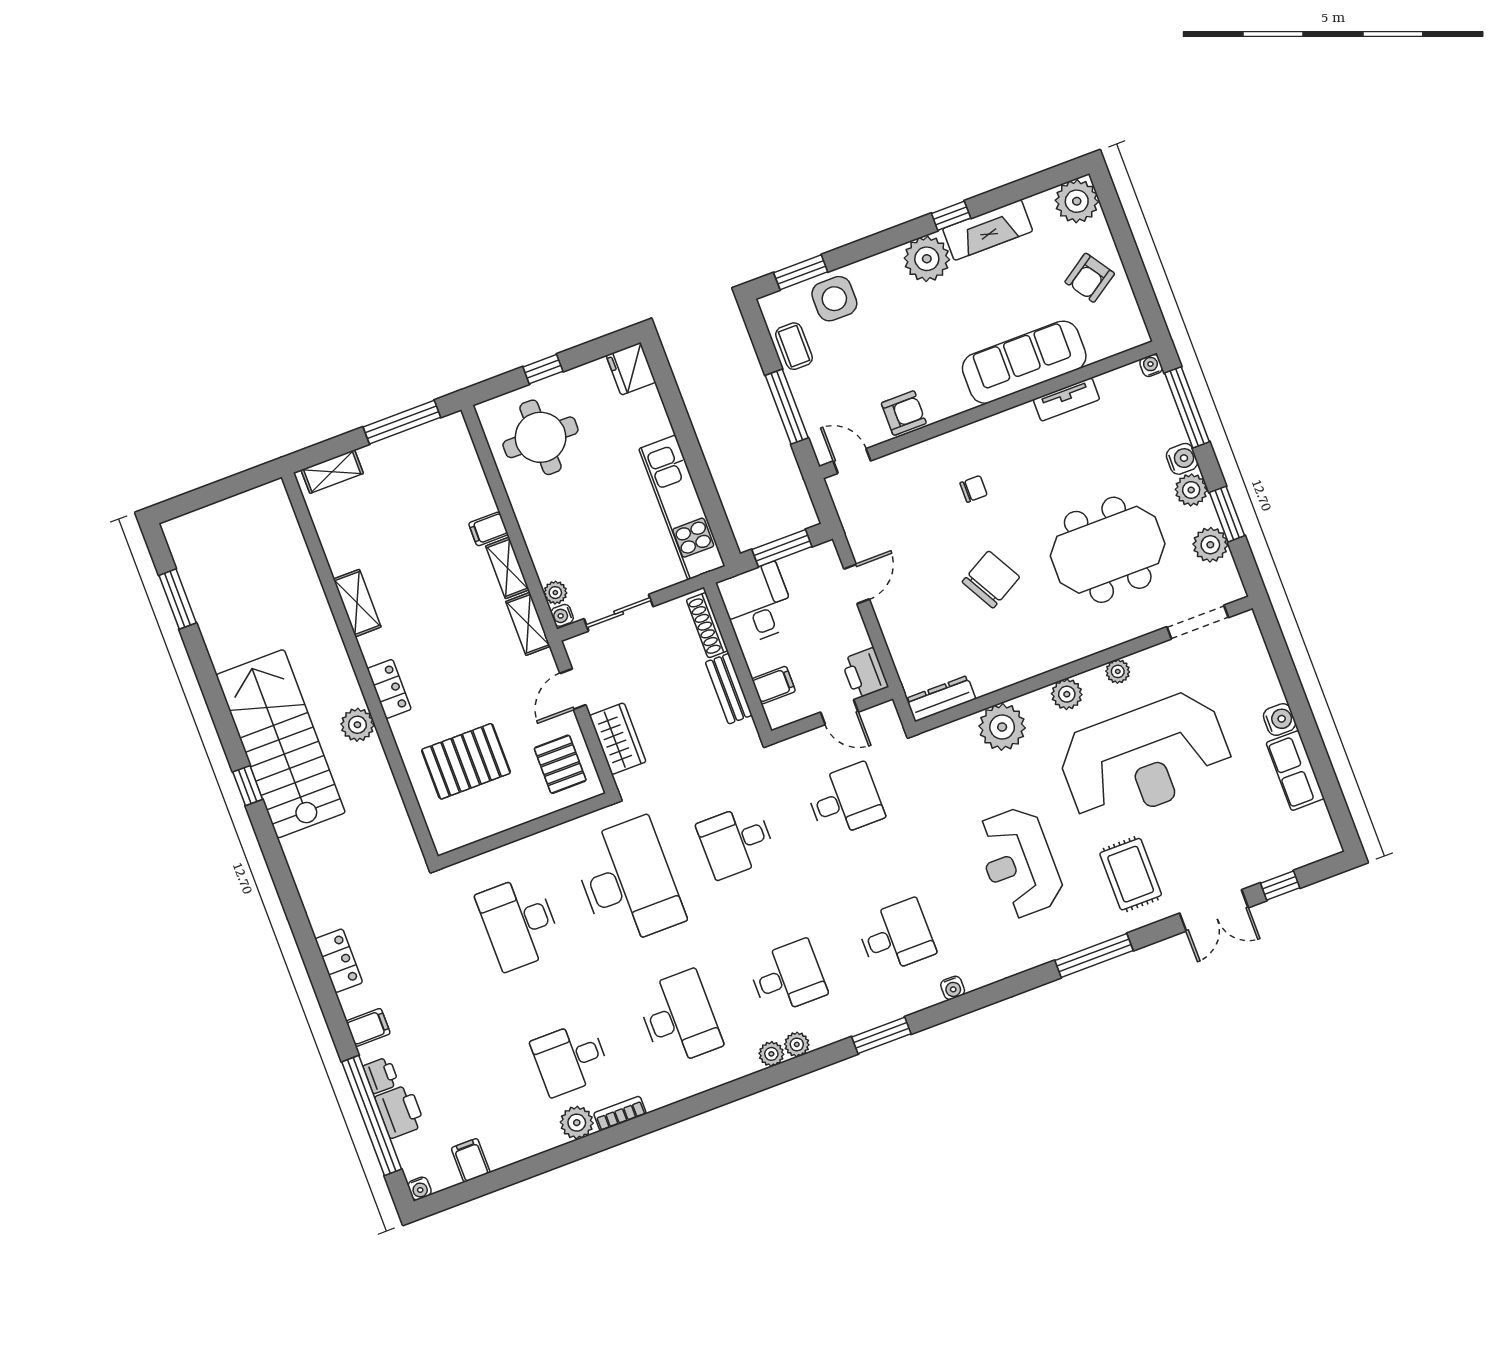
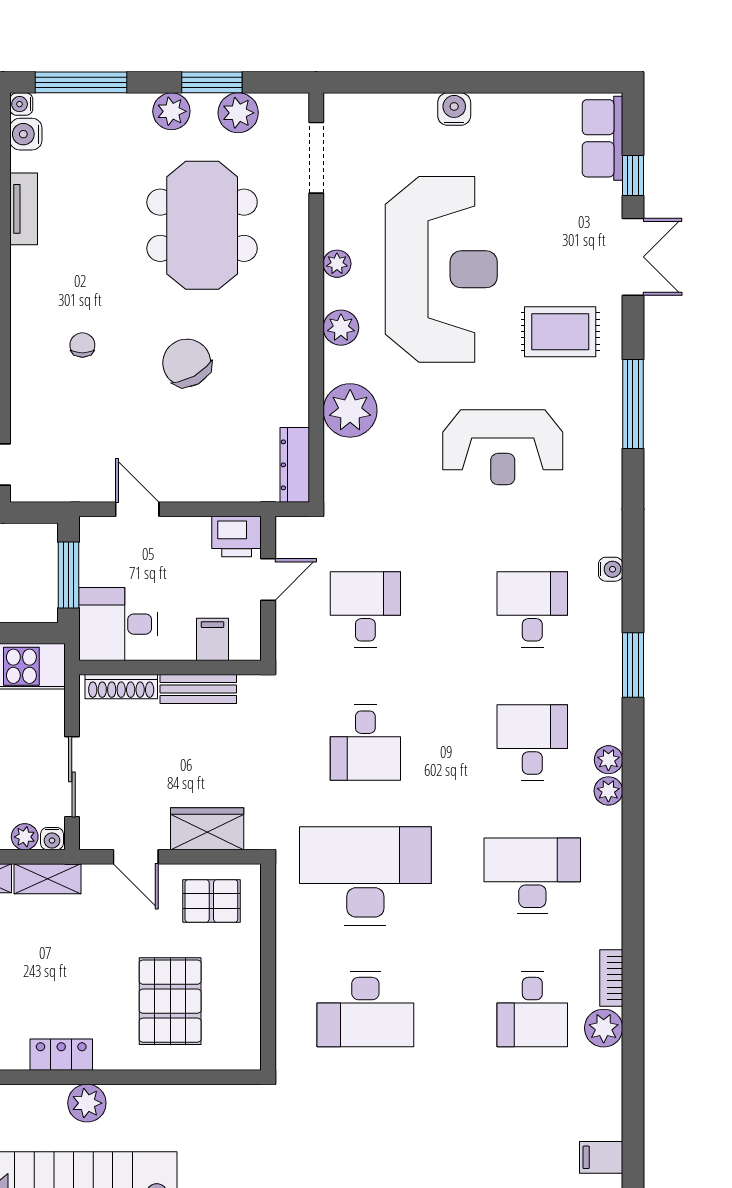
water cooler: (1182, 459) -> (26, 134), moved, turned -90
row of seats: (1295, 771) -> (603, 138), moved, turned 90

